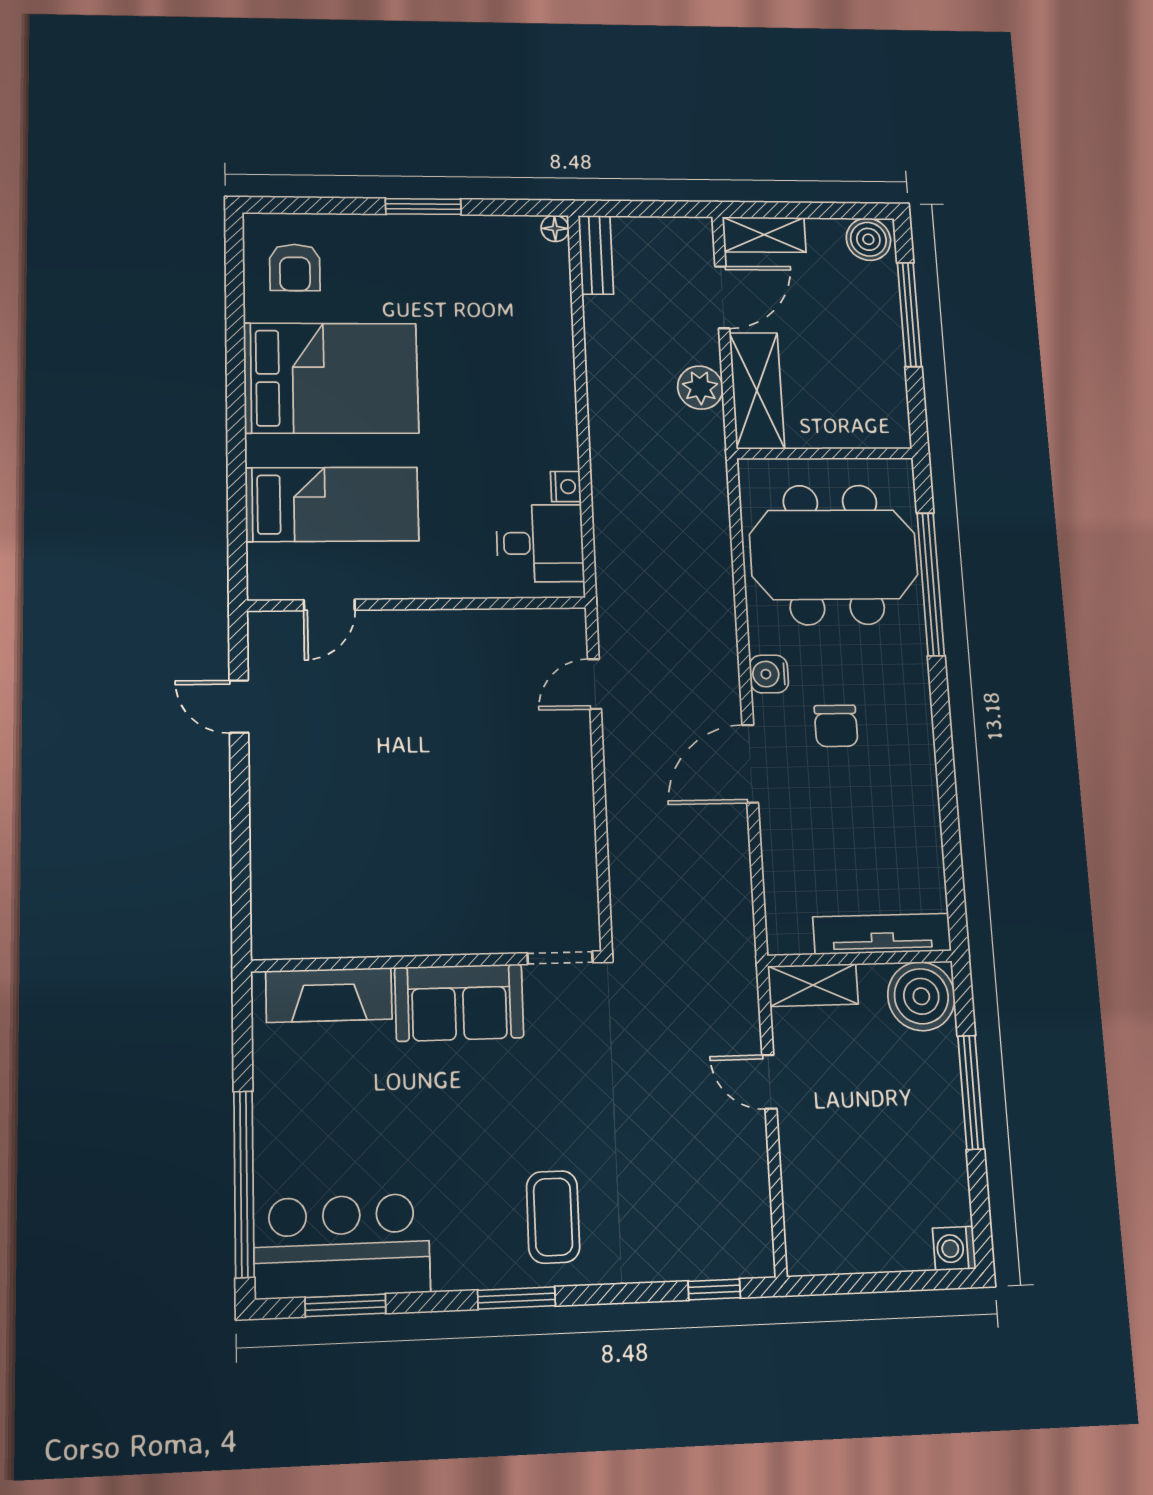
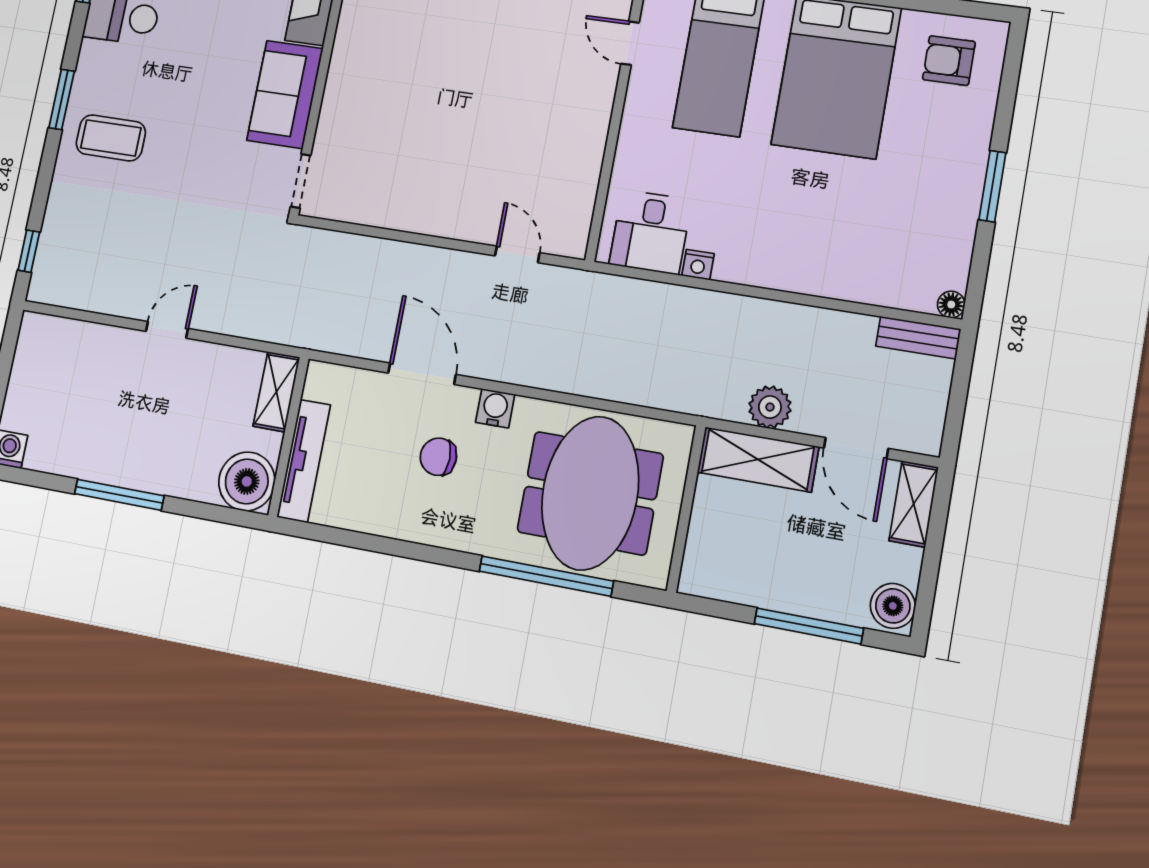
tv unit: (882, 934) -> (304, 461), moved
wall: (860, 958) -> (288, 437), moved
shelving: (813, 985) -> (276, 392), moved
boiler: (921, 996) -> (247, 481), moved

